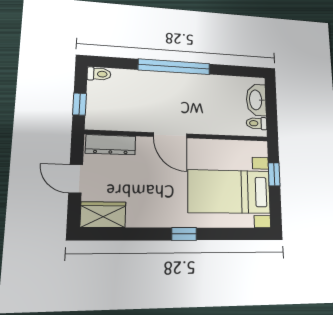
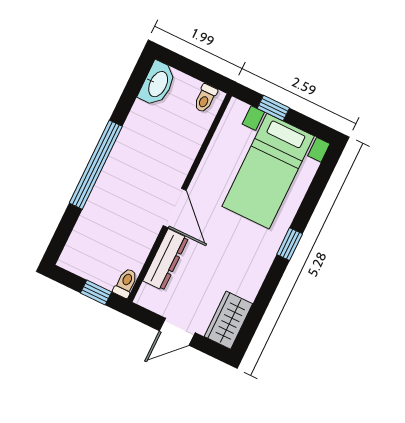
toilet: (99, 74) -> (126, 283), moved
washbasin: (256, 100) -> (157, 84), moved, turned -90
door: (170, 135) -> (175, 208), hinge flipped
dresser: (111, 145) -> (166, 260), moved

